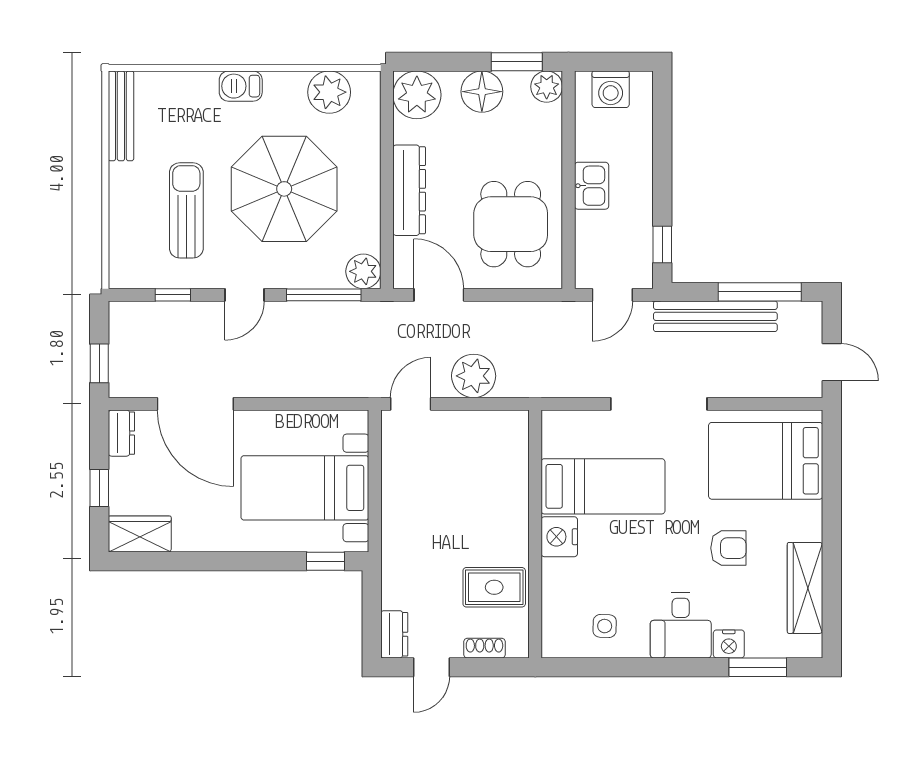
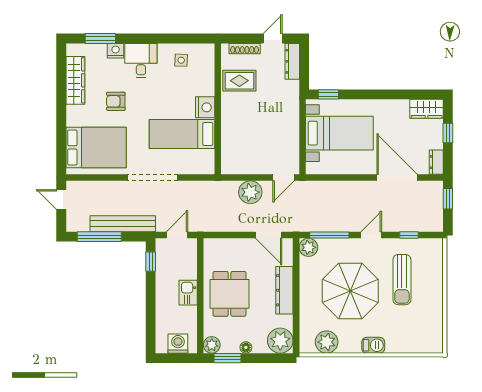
floor lamp: (482, 92) -> (246, 347), width x0.53, depth x0.53
bench: (121, 116) -> (436, 330), removed
dining table: (511, 224) -> (230, 294), moved
dresser: (394, 634) -> (292, 61), width x1.44
shoe rack: (484, 648) -> (245, 49), width x1.43

